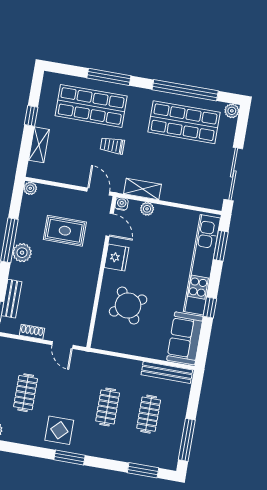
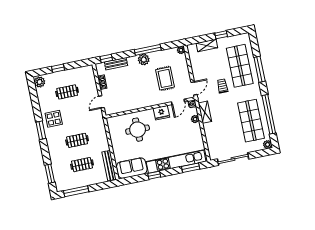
round table: (128, 305) -> (138, 130), turned 33

